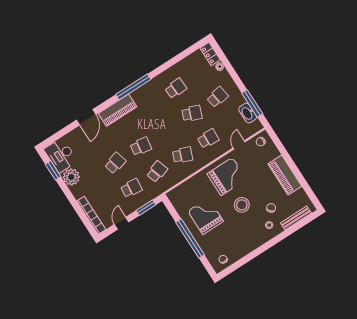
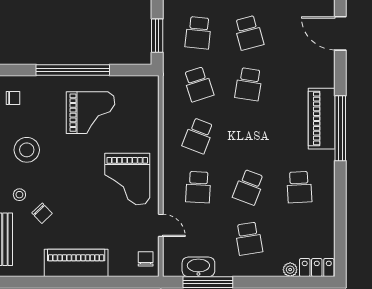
piano: (118, 110) -> (322, 119), moved
stool: (242, 205) -> (27, 150), moved

